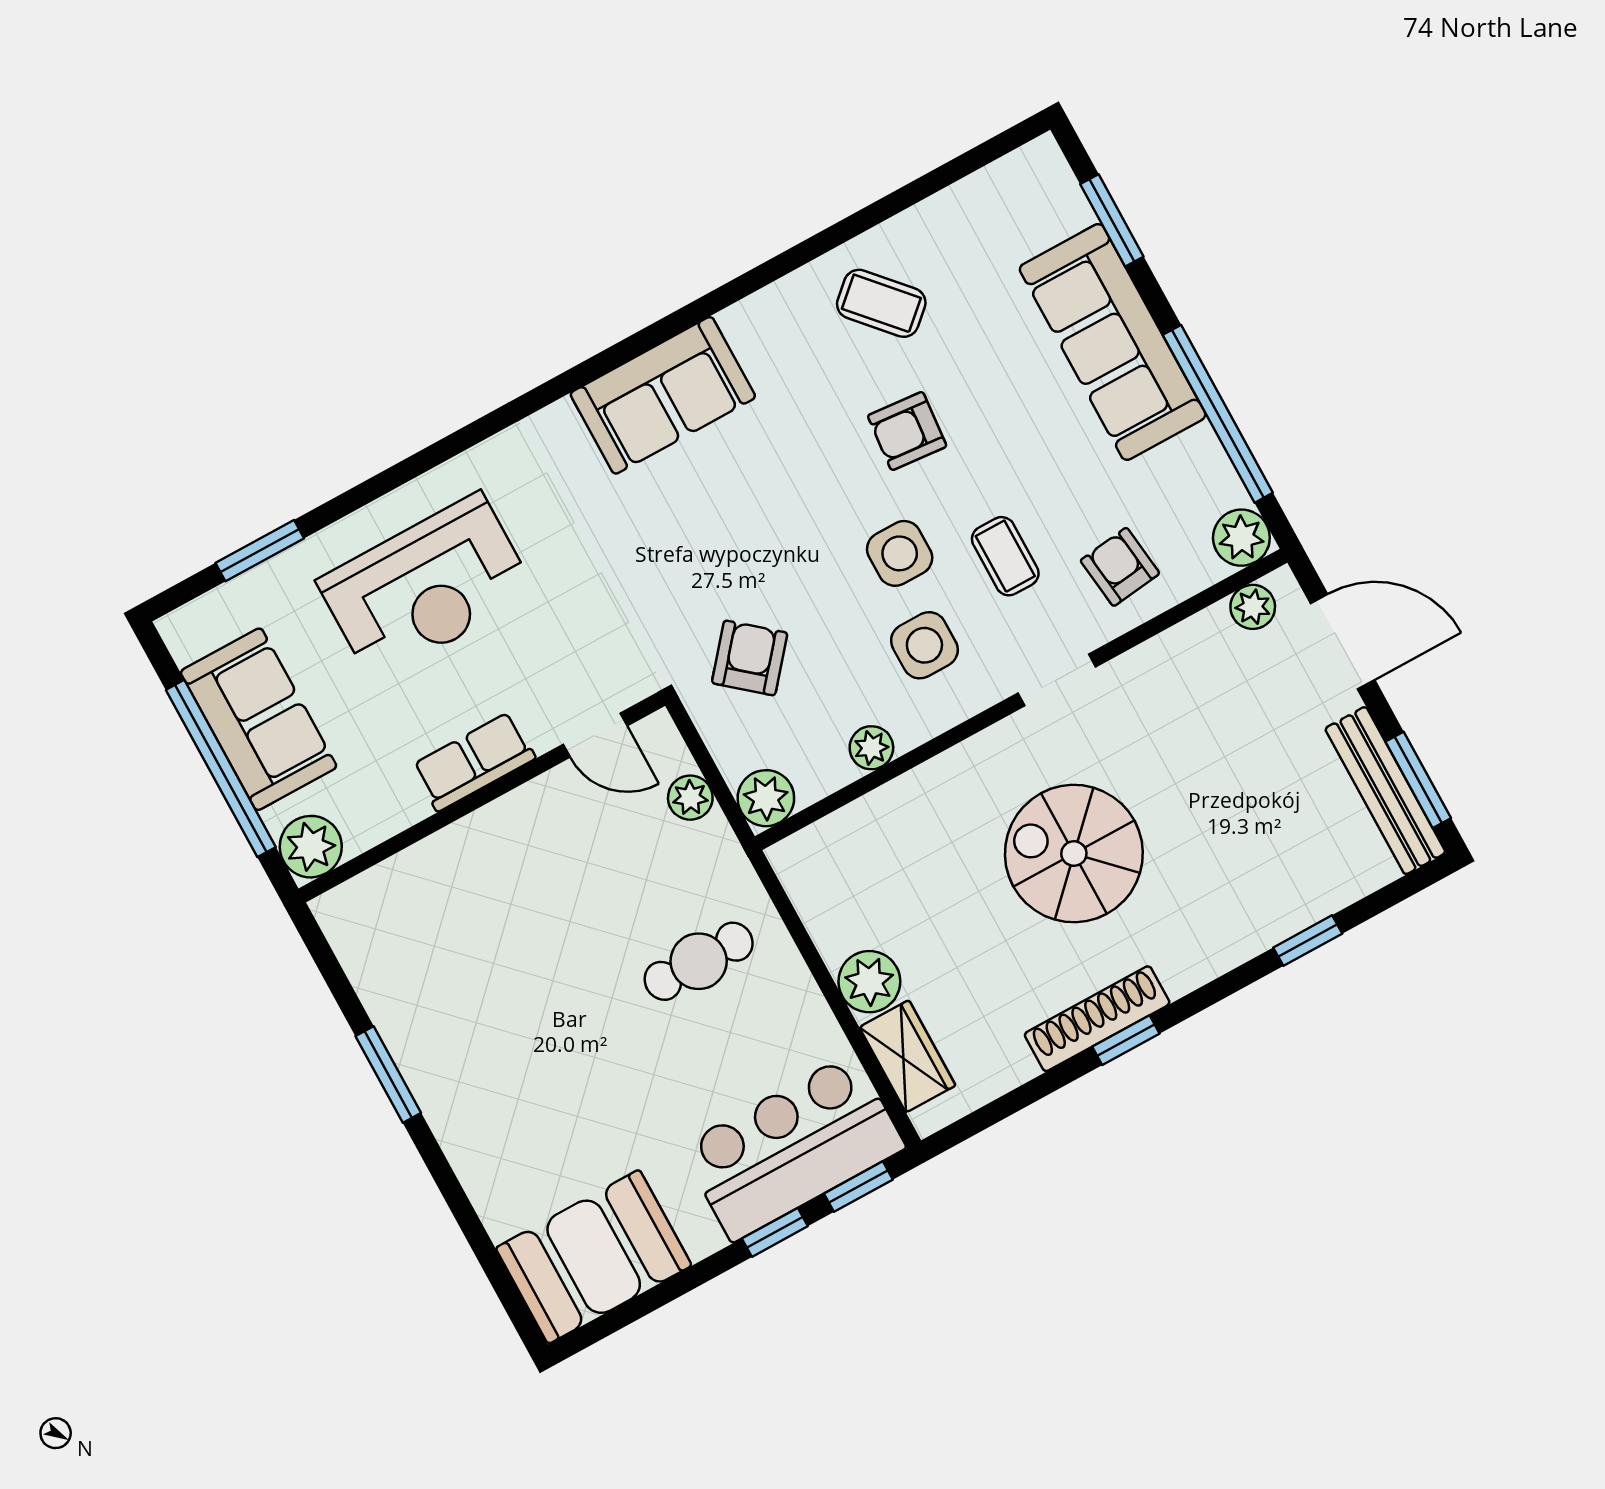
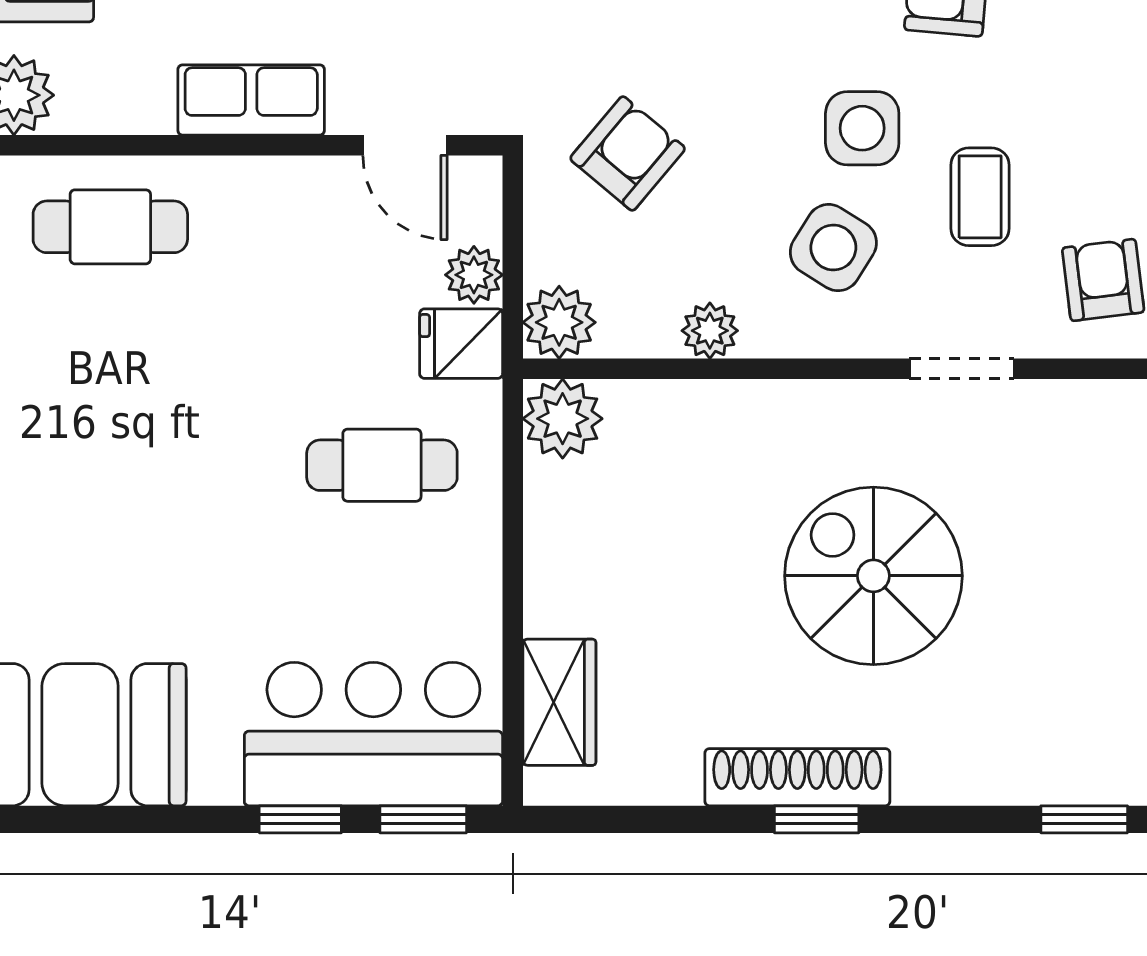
side table: (924, 645) -> (833, 248), turned 32
fridge: (707, 849) -> (461, 344), added
cafe table: (425, 900) -> (110, 227), added
plant: (869, 982) -> (563, 419), moved

